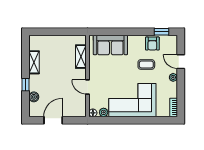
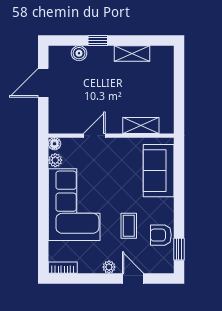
door: (181, 62) -> (133, 278), hinge flipped
door: (53, 120) -> (43, 83), swing flipped

